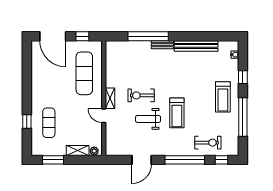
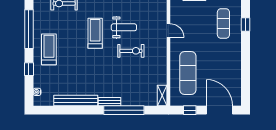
shelving: (110, 98) -> (162, 95), moved

